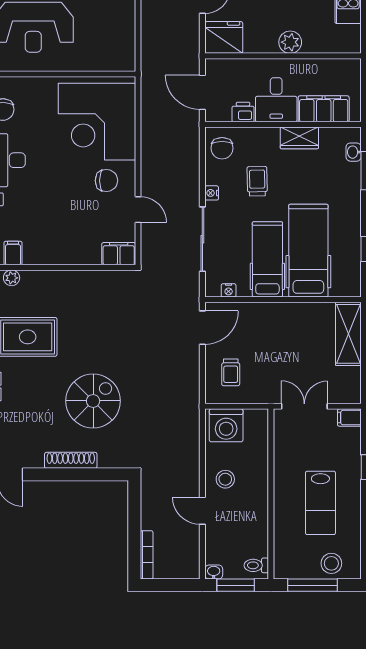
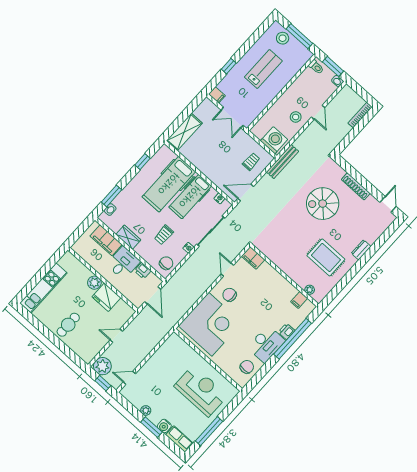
fridge: (224, 37) -> (106, 297), moved
bench: (191, 408) -> (283, 162), added

